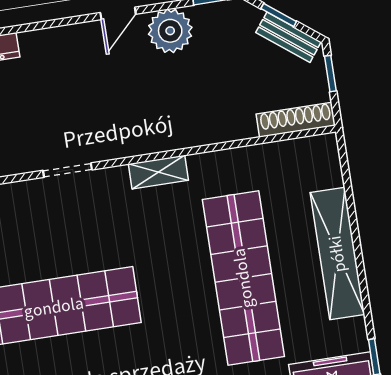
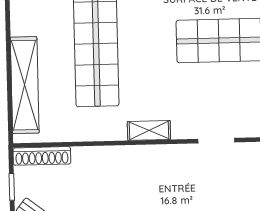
shelving: (337, 254) -> (25, 85), moved

